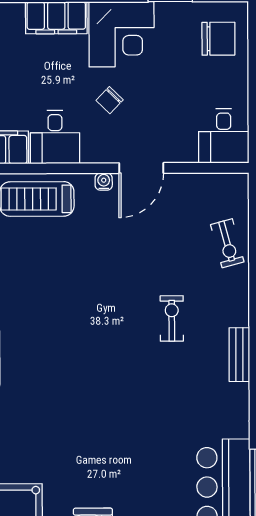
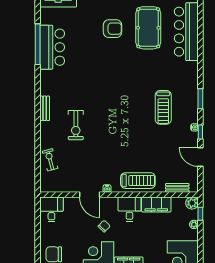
door: (141, 168) -> (90, 195), swing flipped
exercise bike: (172, 318) -> (76, 125), width x1.38, depth x1.39

